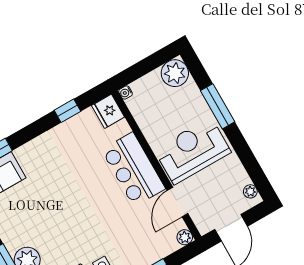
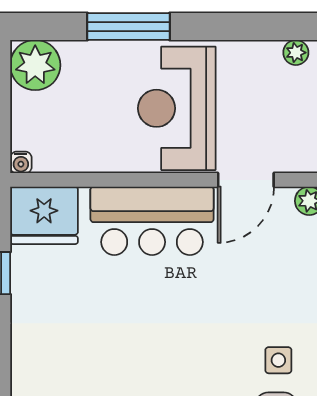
fridge: (108, 111) -> (44, 215), width x1.36, depth x1.34
door: (178, 202) -> (246, 180), hinge flipped

